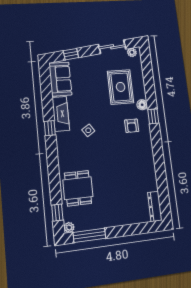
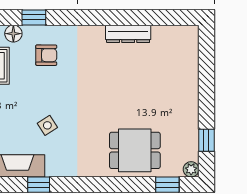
dresser: (155, 206) -> (128, 34), moved
window: (89, 235) -> (206, 140), width x0.46

